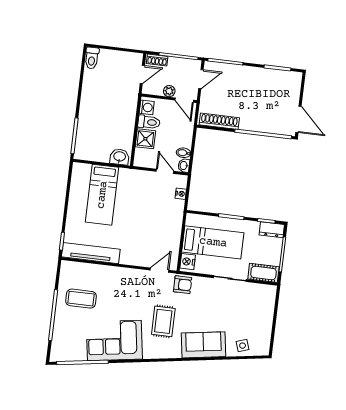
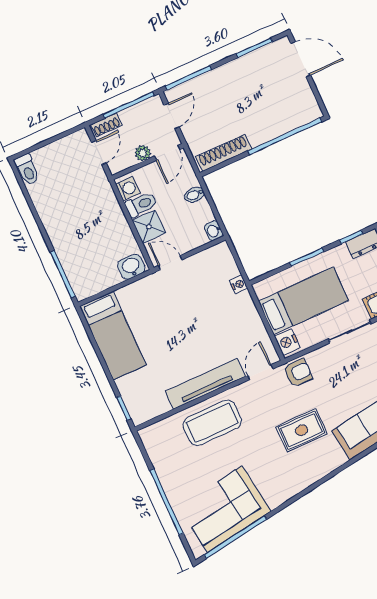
door: (184, 100) -> (167, 153), hinge flipped
door: (298, 119) -> (301, 59), moved
bidet: (183, 153) -> (194, 195), moved
door: (165, 171) -> (170, 263), moved
nightstand: (181, 194) -> (239, 284), moved
bed: (102, 195) -> (113, 336), moved
tv unit: (91, 253) -> (205, 384), moved
coffee table: (81, 299) -> (212, 423), moved, width x1.36, depth x1.32
rug: (163, 321) -> (302, 430), turned 90
corner sofa: (114, 340) -> (225, 509), moved

